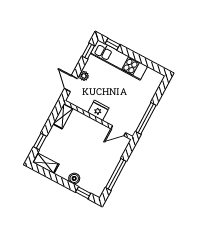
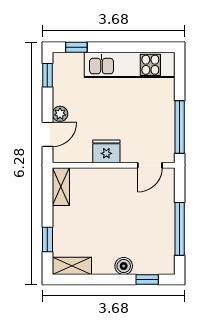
kitchen unit: (119, 60) -> (130, 65), moved
door: (71, 84) -> (47, 134), swing flipped

